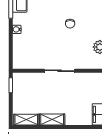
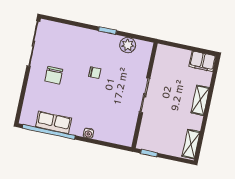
shelving: (52, 119) -> (200, 100), moved

